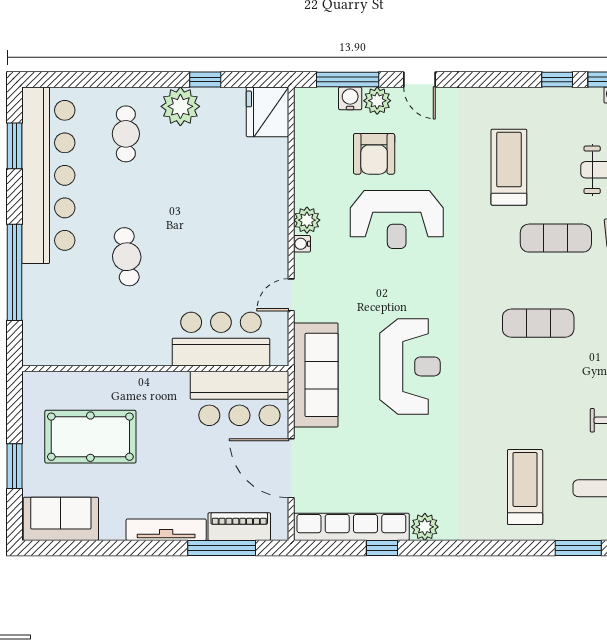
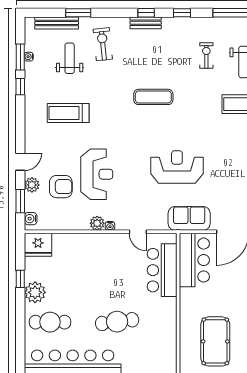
window: (348, 80) -> (20, 201), width x0.69
water cooler: (350, 98) -> (31, 219), moved
cafe table: (126, 134) -> (50, 322), width x1.37, depth x1.35
exercise mat: (556, 238) -> (107, 87), removed
cafe table: (127, 257) -> (117, 322), width x1.37, depth x1.35
exercise mat: (538, 323) -> (153, 97), turned 90
sofa: (316, 375) -> (189, 218), width x0.73

